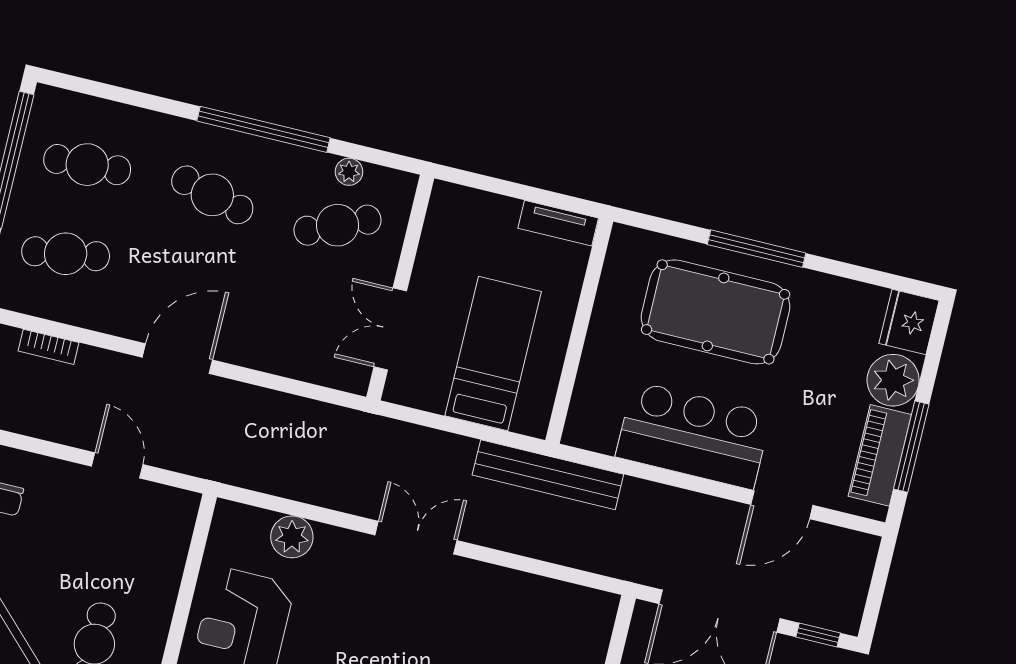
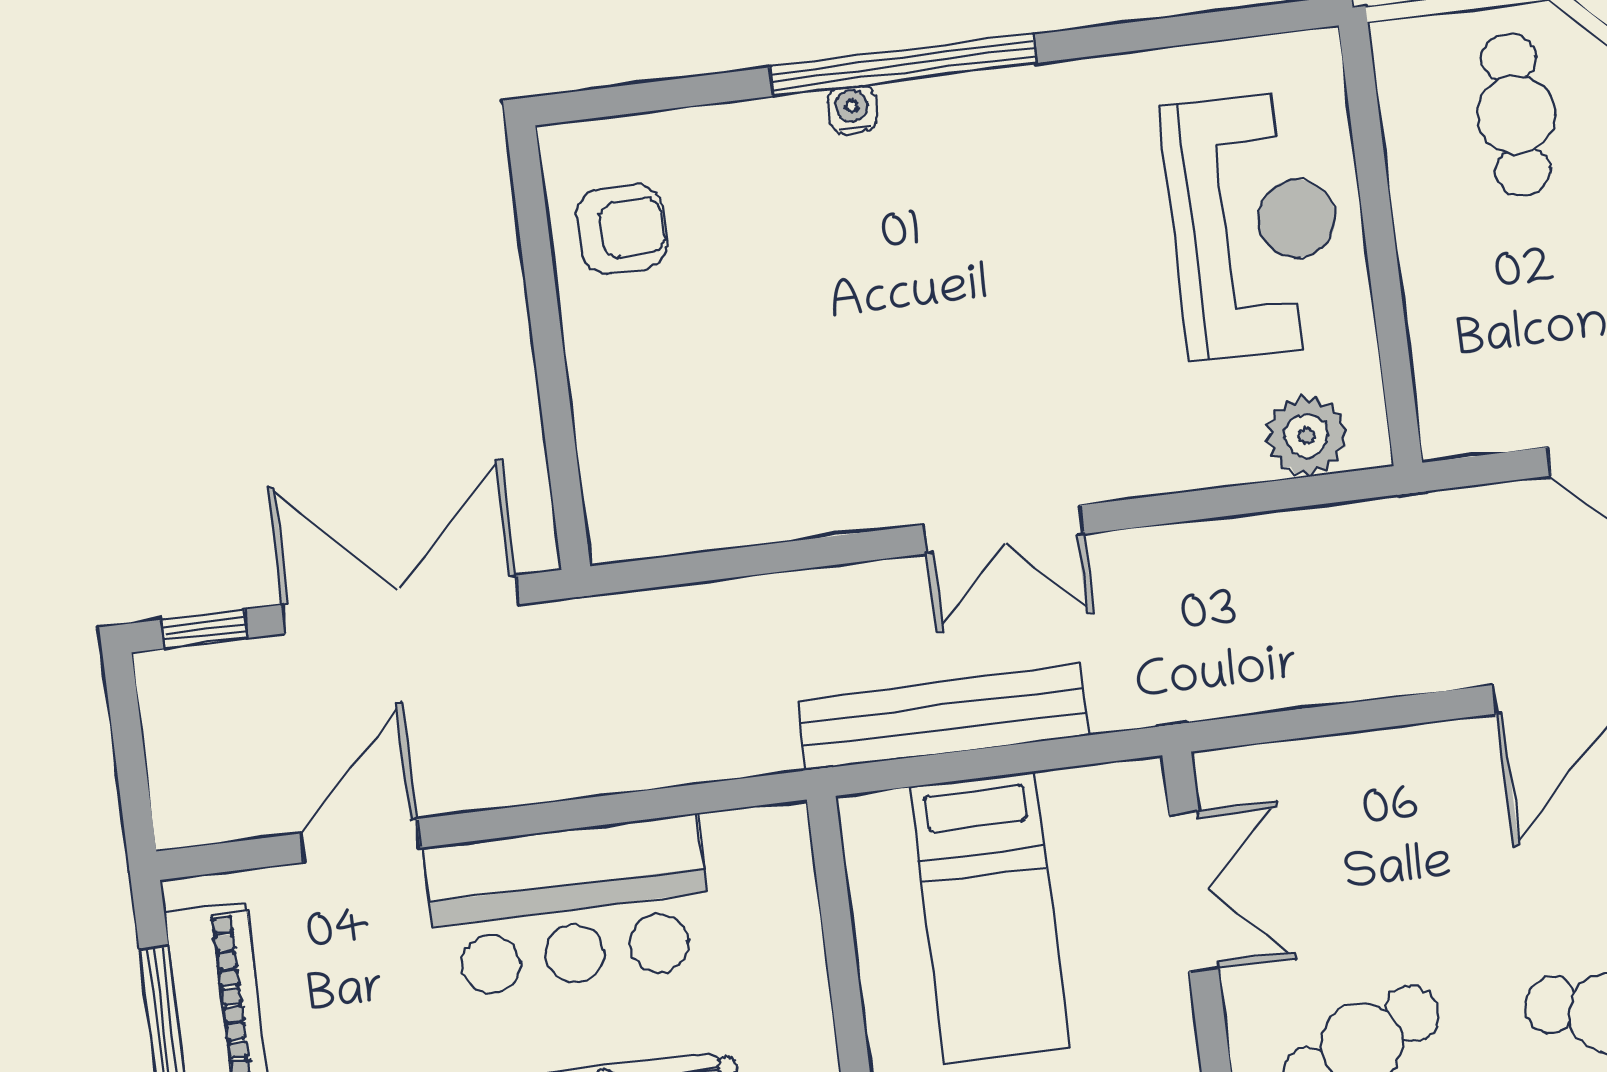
bench: (548, 475) -> (943, 718), moved
plant: (292, 537) -> (1306, 436), moved

